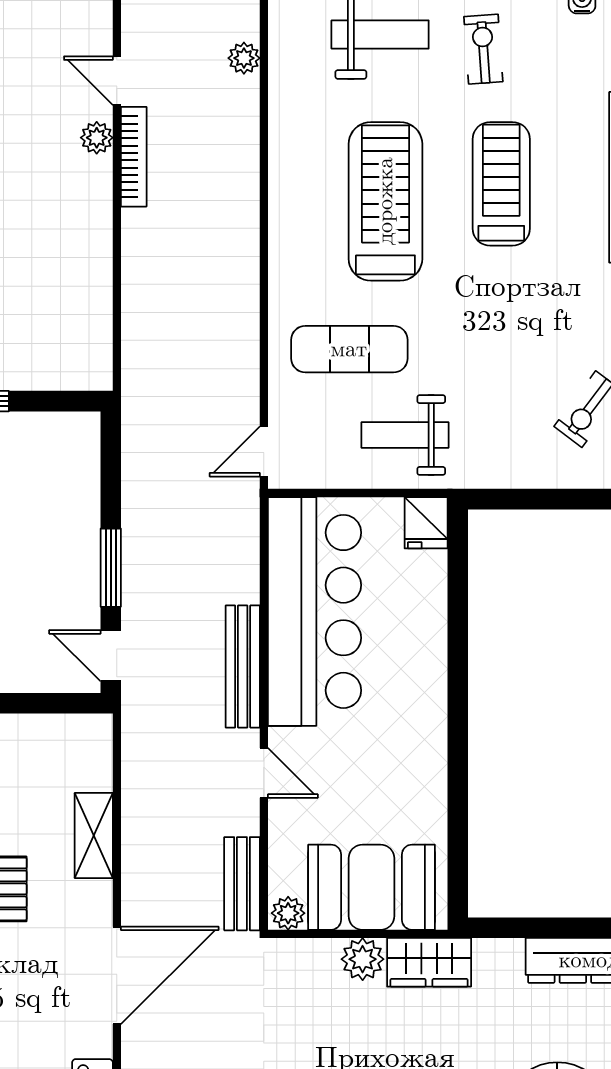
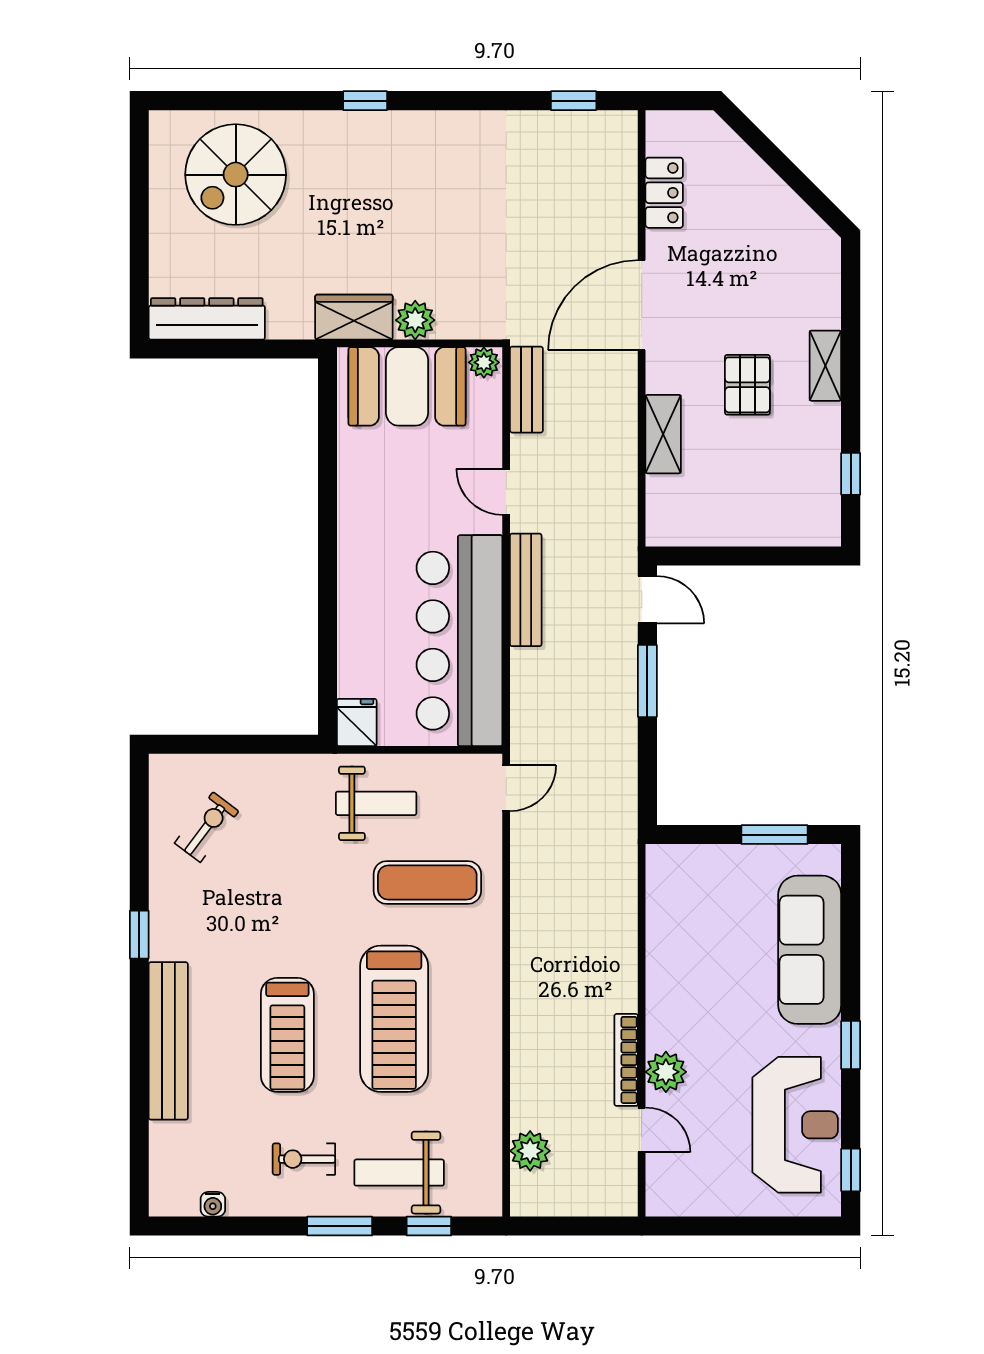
exercise bike: (483, 49) -> (304, 1159), turned 94
plant: (244, 58) -> (530, 1151), width x1.38, depth x1.38
plant: (97, 138) -> (666, 1072), width x1.38, depth x1.38

